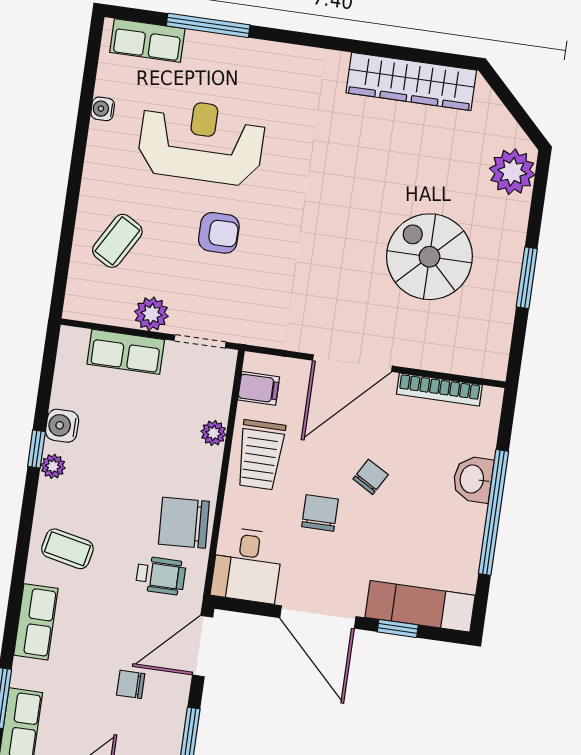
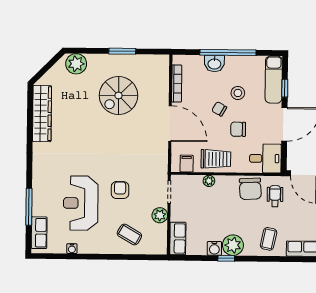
row of seats: (126, 352) -> (178, 238), moved
plant: (53, 466) -> (233, 245), width x1.88, depth x1.88
stool: (401, 523) -> (238, 93), added

